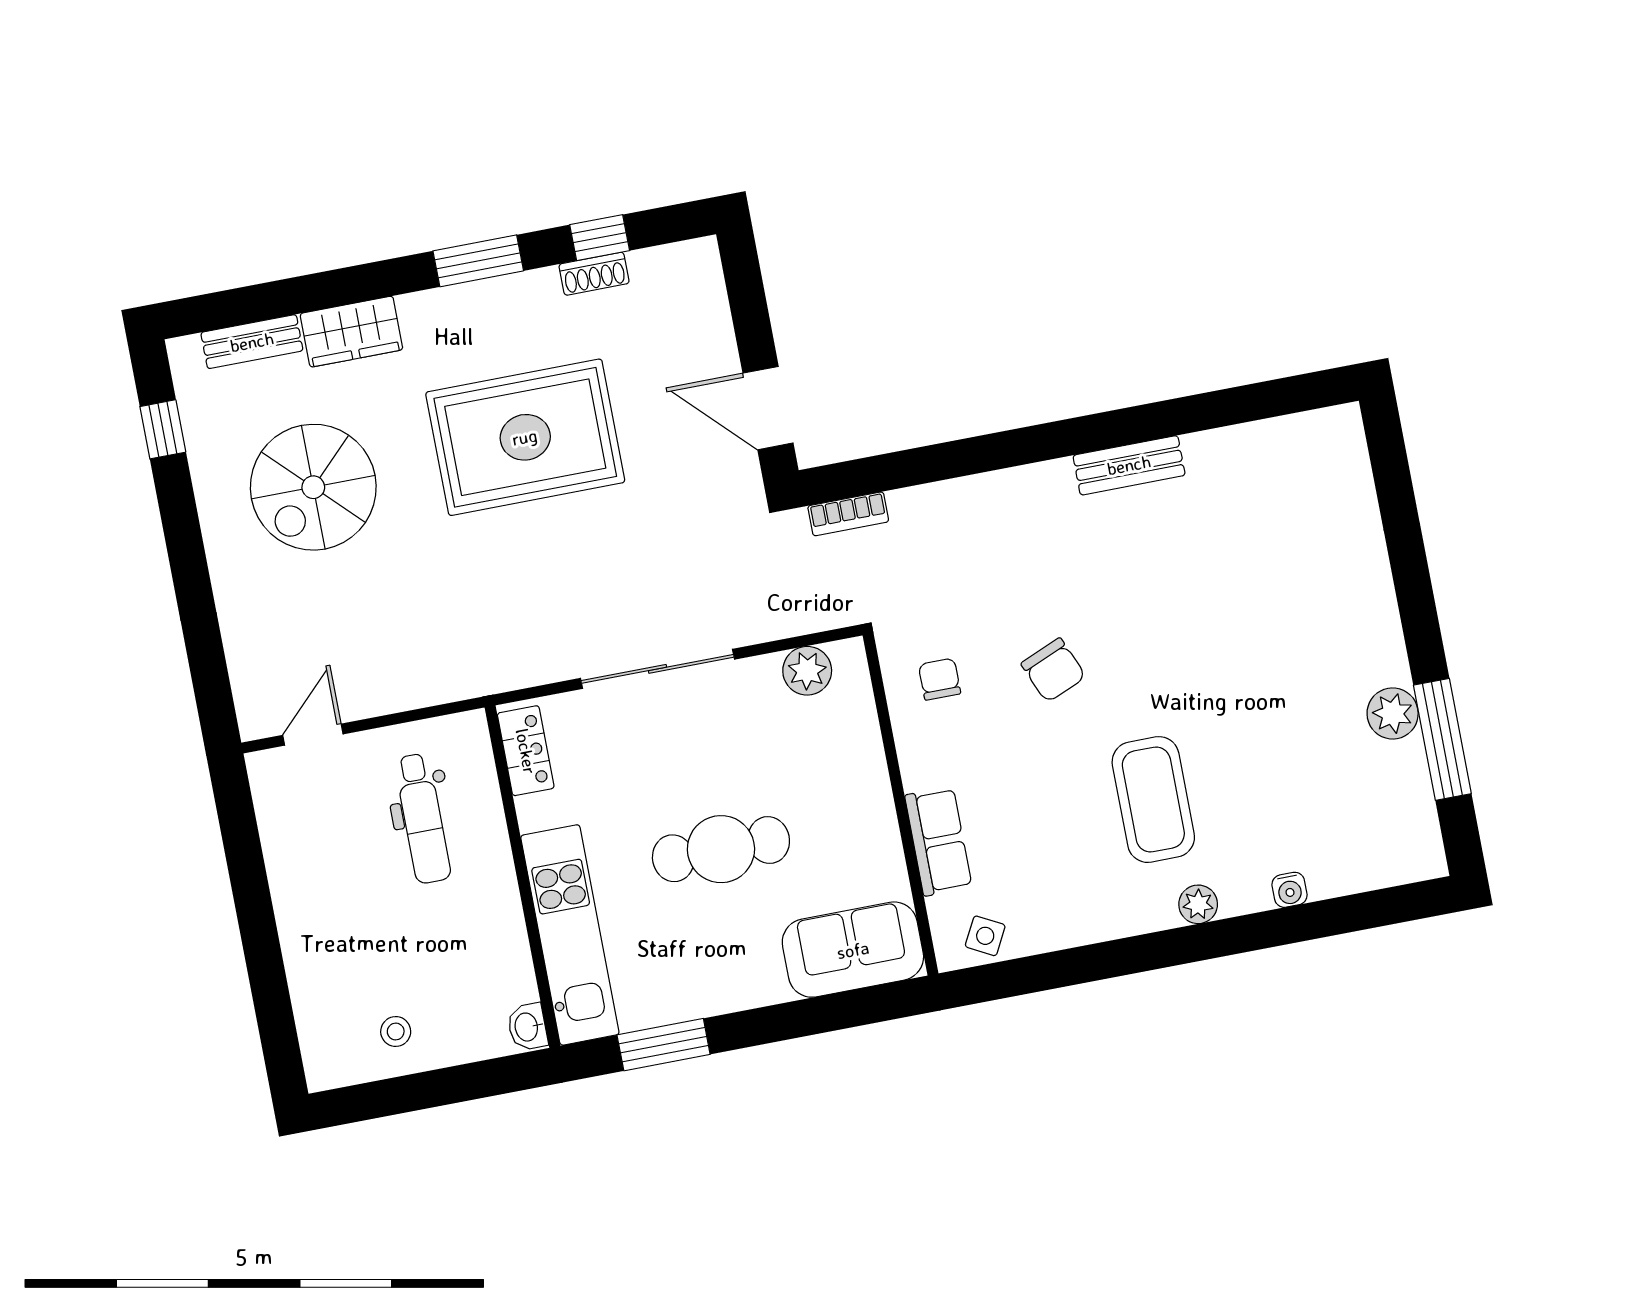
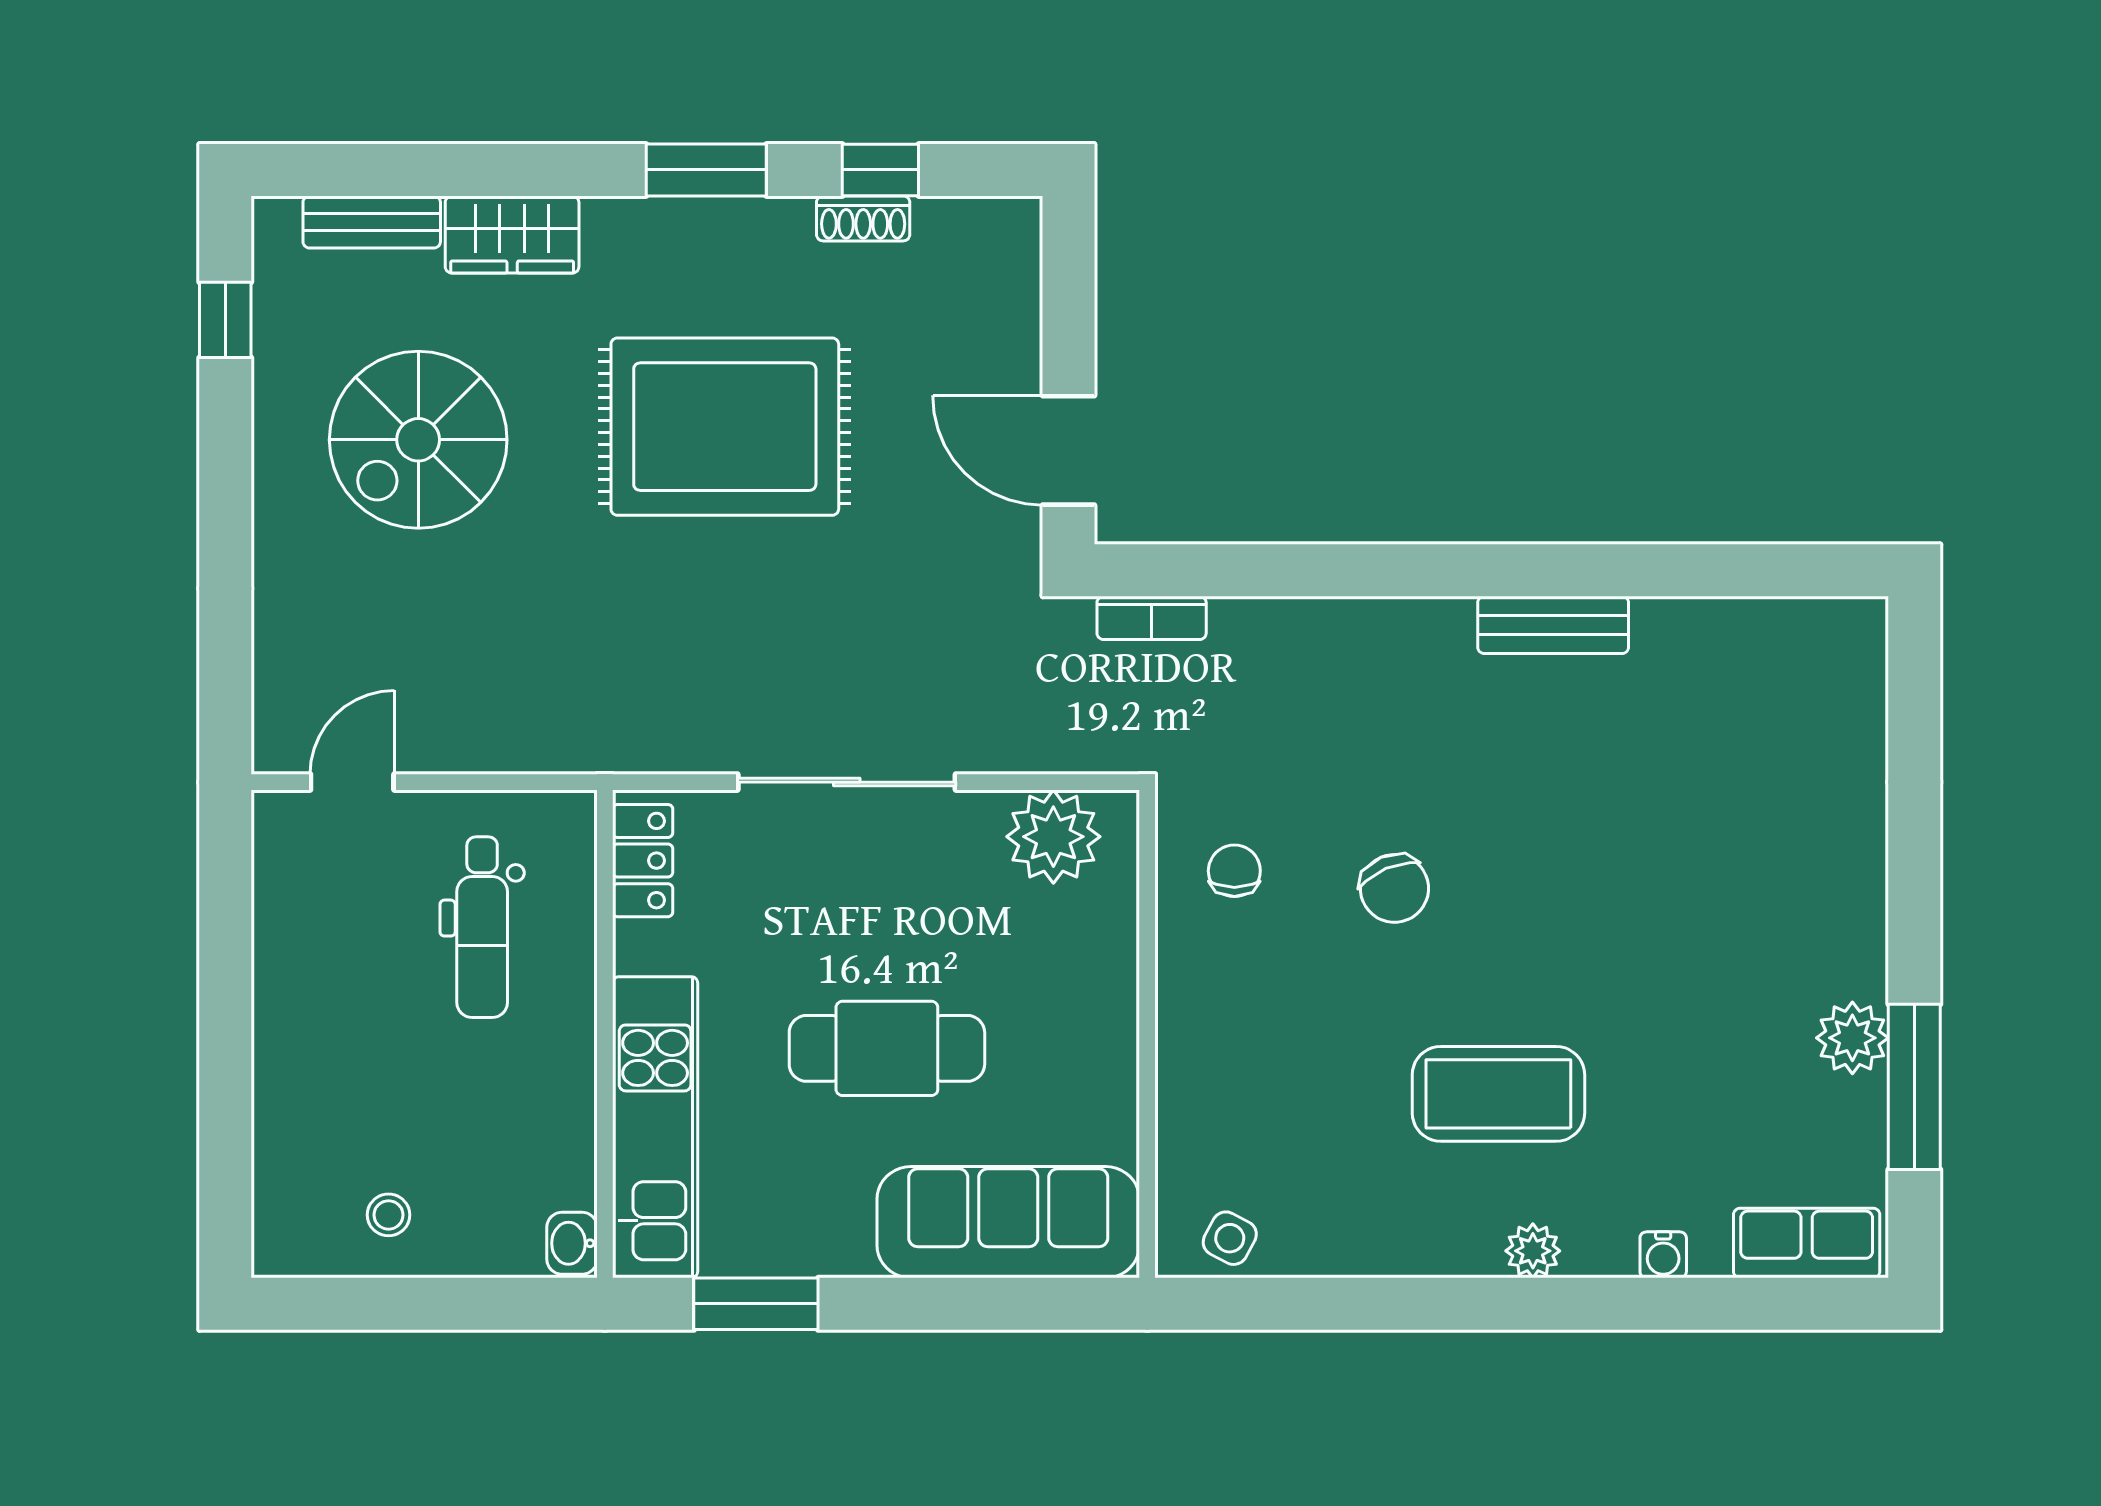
plant: (807, 671) -> (1053, 837), width x1.36, depth x1.36
coffee table: (1153, 800) -> (1498, 1094), turned 90
row of seats: (938, 841) -> (1807, 1243), moved, turned -90
sofa: (853, 950) -> (1008, 1222), width x1.36

